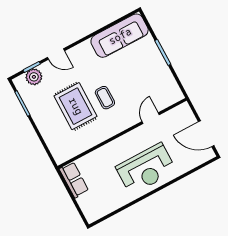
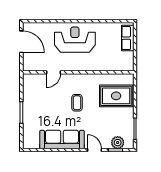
sofa: (120, 36) -> (62, 140), moved
rug: (76, 106) -> (116, 96), moved, turned 90
row of seats: (74, 180) -> (128, 38), moved

